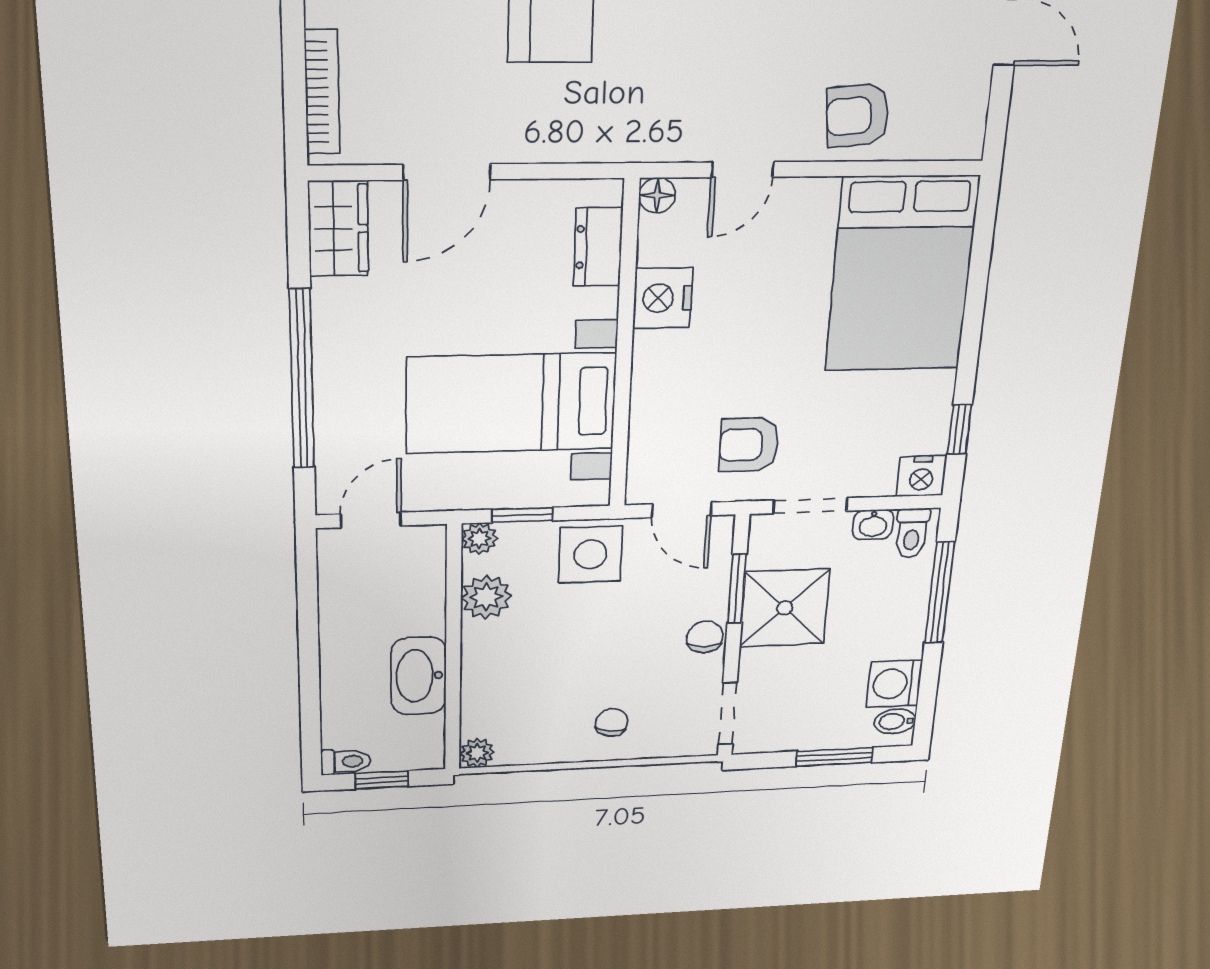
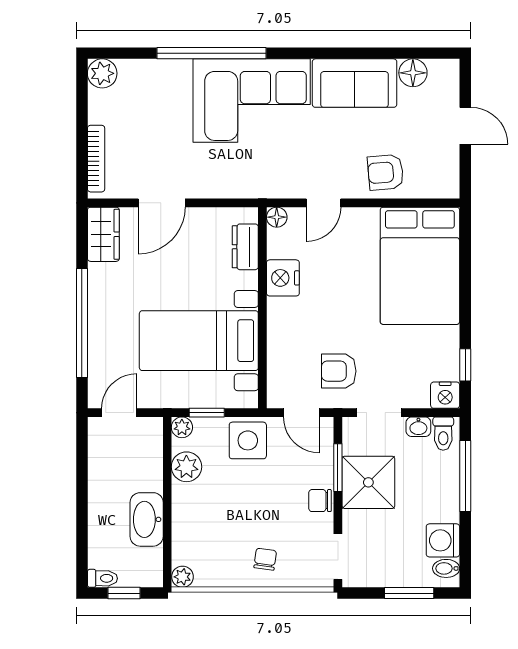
chair: (705, 637) -> (320, 501), turned -90

